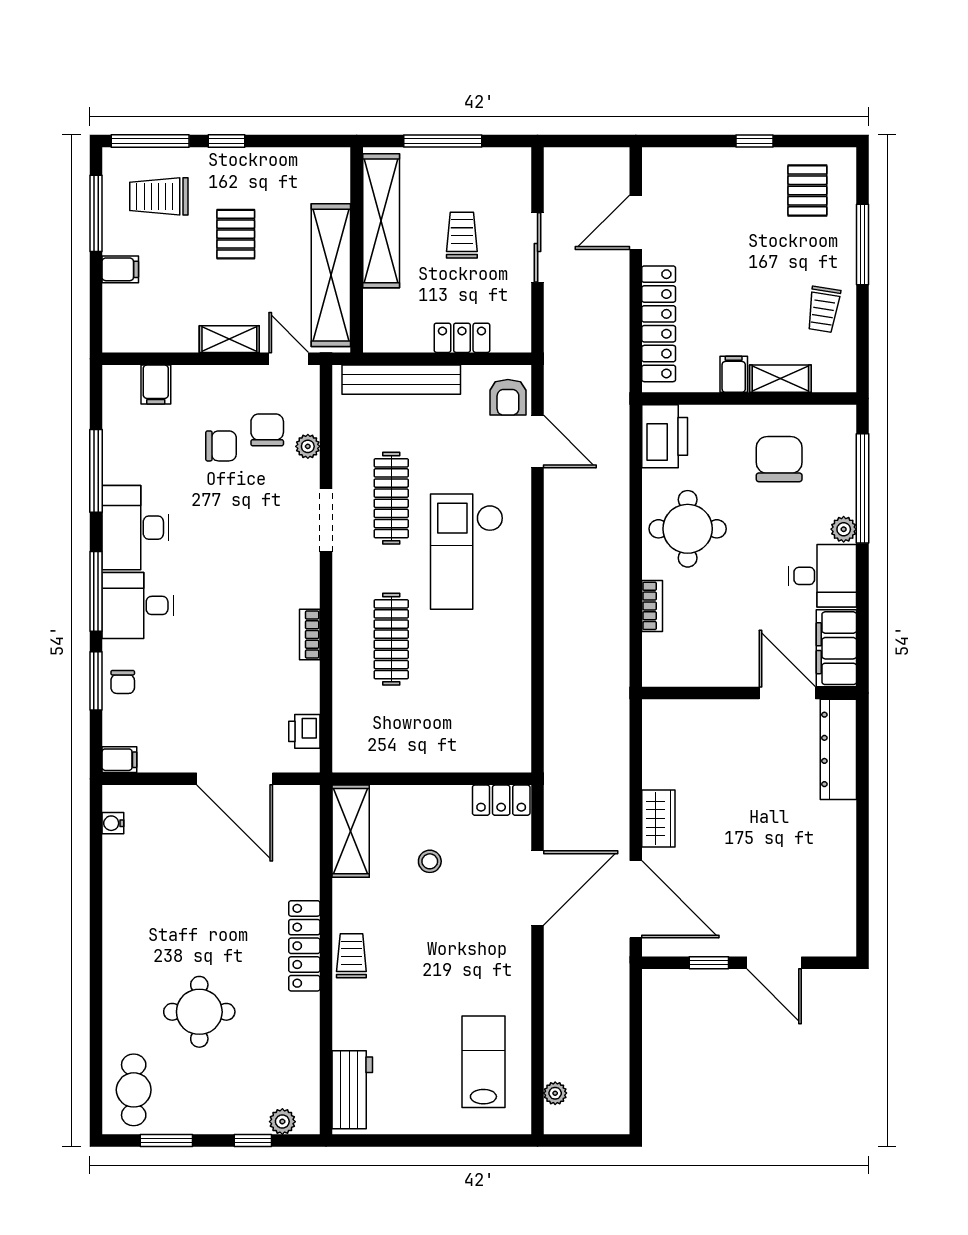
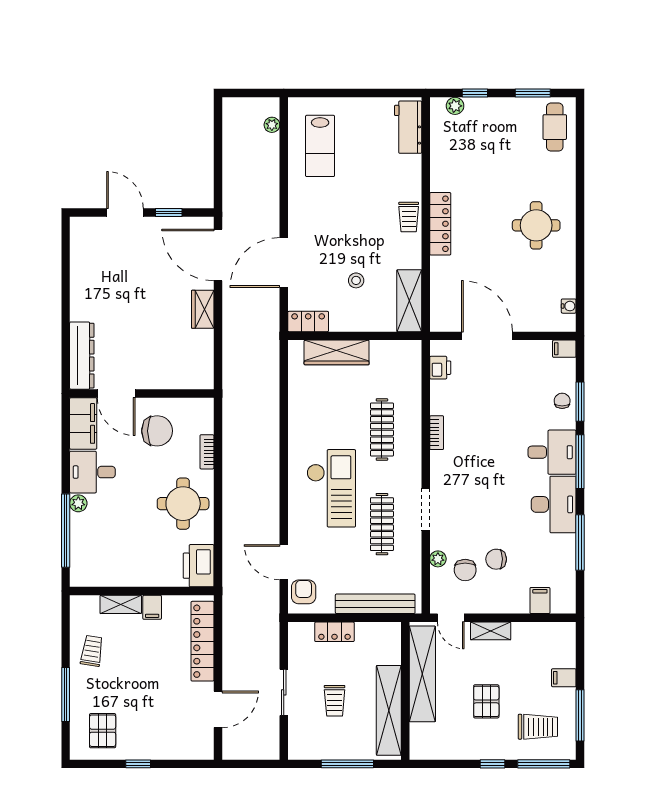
chair: (779, 459) -> (157, 431), moved, turned -90
wardrobe: (459, 754) -> (337, 352), added
round table: (199, 1012) -> (536, 225), moved

